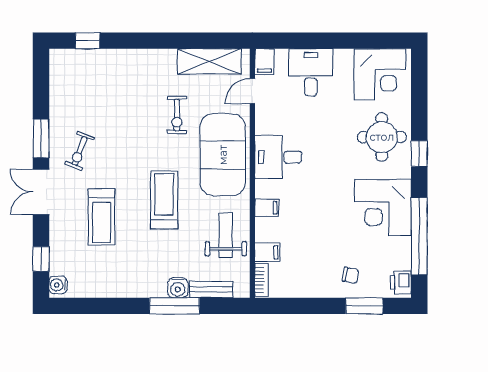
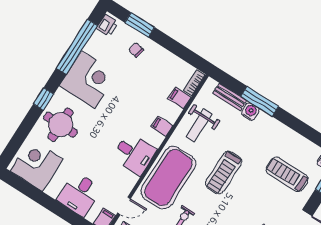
treadmill: (102, 217) -> (287, 174), moved, turned -90

